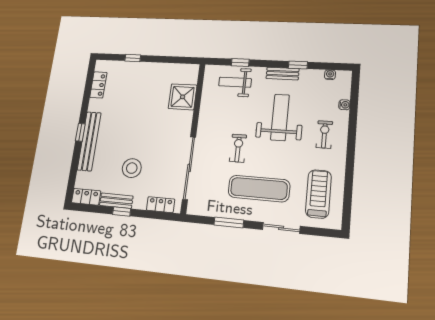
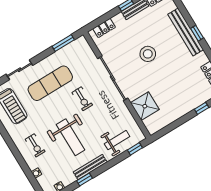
window: (240, 63) -> (135, 149), moved
bench: (283, 74) -> (90, 167), width x1.36
stool: (132, 168) -> (148, 54), moved
sliding door: (189, 168) -> (113, 78), moved
window: (229, 223) -> (63, 43), moved

